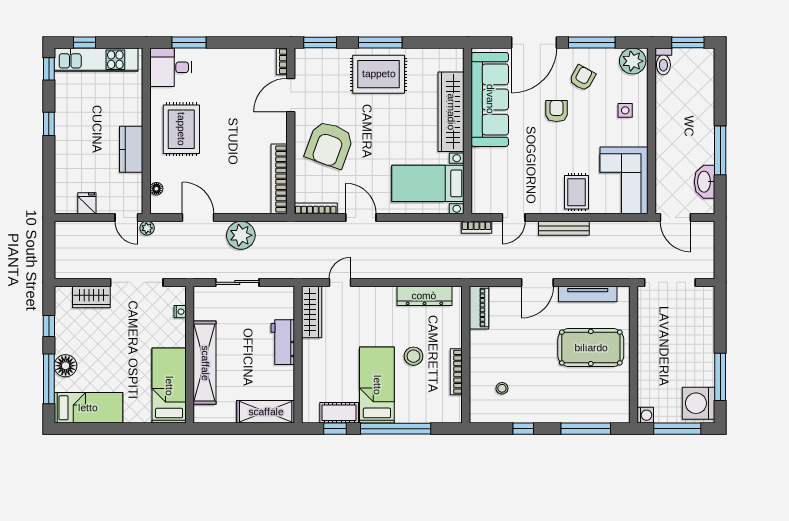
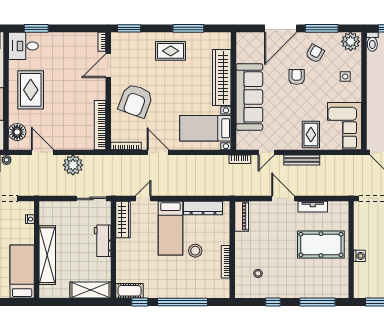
window: (380, 42) -> (188, 28), moved
rug: (379, 74) -> (171, 51), width x0.73, depth x0.70
sofa: (490, 99) -> (249, 97), moved
floor lamp: (156, 189) -> (17, 132), width x1.89, depth x1.89
sliding door: (237, 282) -> (92, 198), moved
door: (537, 282) -> (283, 198), swing flipped
tv unit: (588, 294) -> (313, 207), width x0.71
bed: (377, 385) -> (170, 228), moved, turned 180
cot: (339, 413) -> (130, 291), moved
washing machine: (645, 415) -> (359, 256), moved

